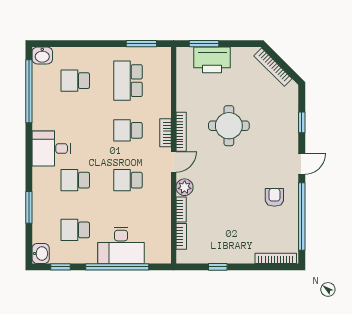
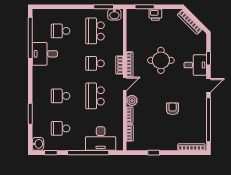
washbasin: (42, 55) -> (114, 15), moved
printer: (212, 60) -> (155, 15), width x0.53, depth x0.68
desk: (281, 133) -> (195, 65), added
desk: (51, 149) -> (45, 54), moved
school desk: (128, 180) -> (95, 96), width x1.85
armchair: (274, 197) -> (173, 109), moved
desk: (121, 245) -> (101, 139), moved

